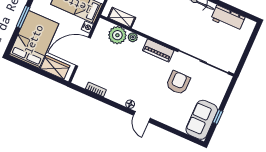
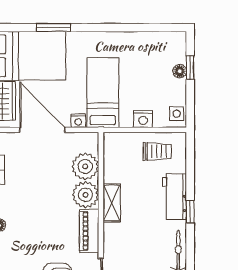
shelving: (122, 18) -> (112, 203), moved
plant: (133, 37) -> (85, 195), width x1.88, depth x1.88

